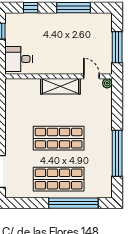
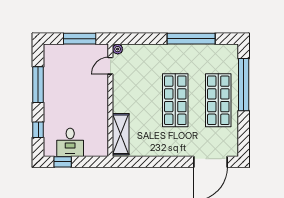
desk: (19, 59) -> (70, 142), moved
shelving: (60, 86) -> (121, 134), moved

